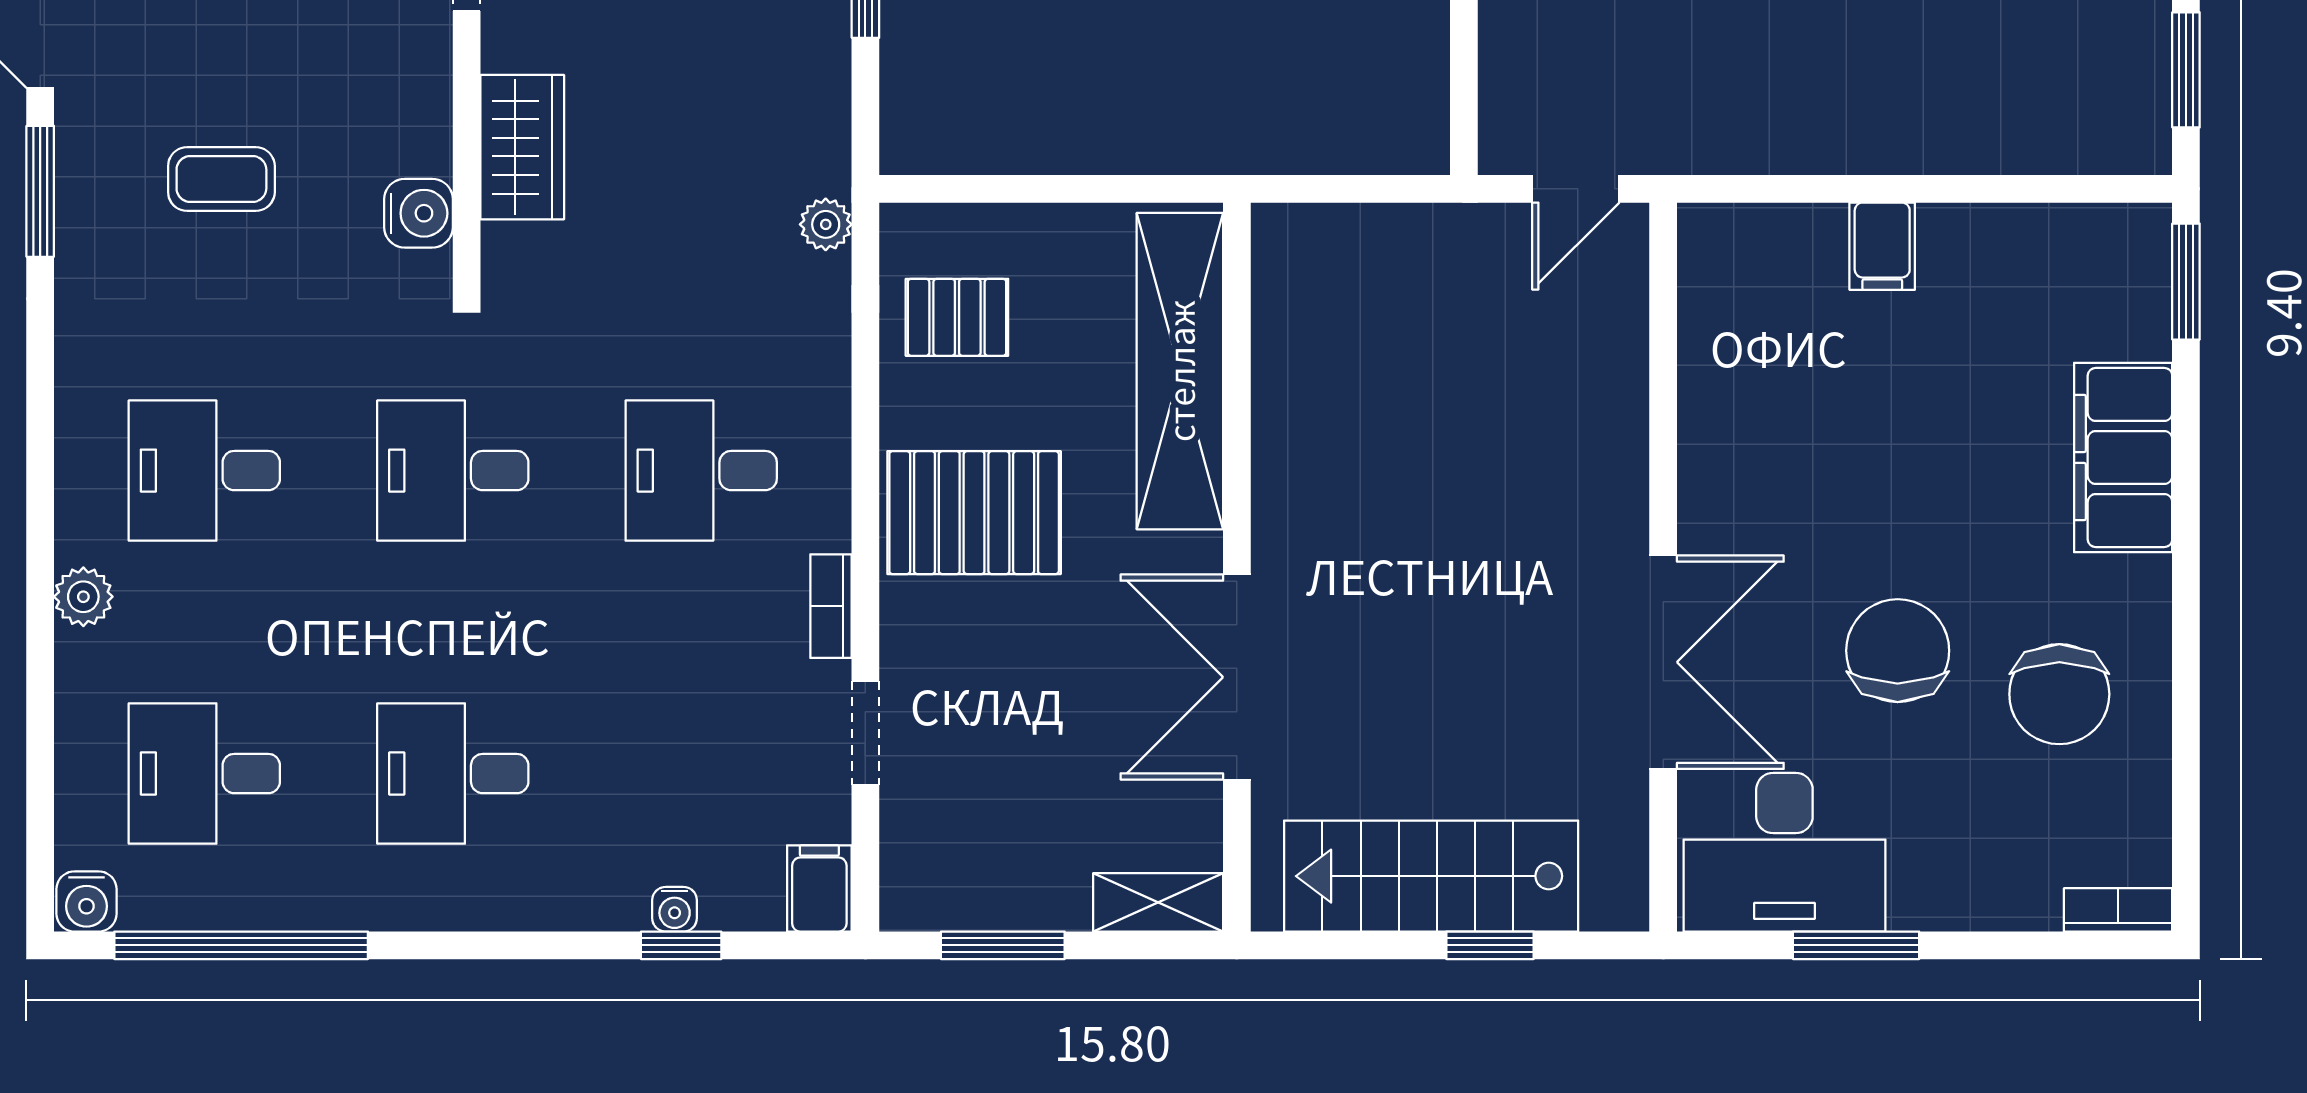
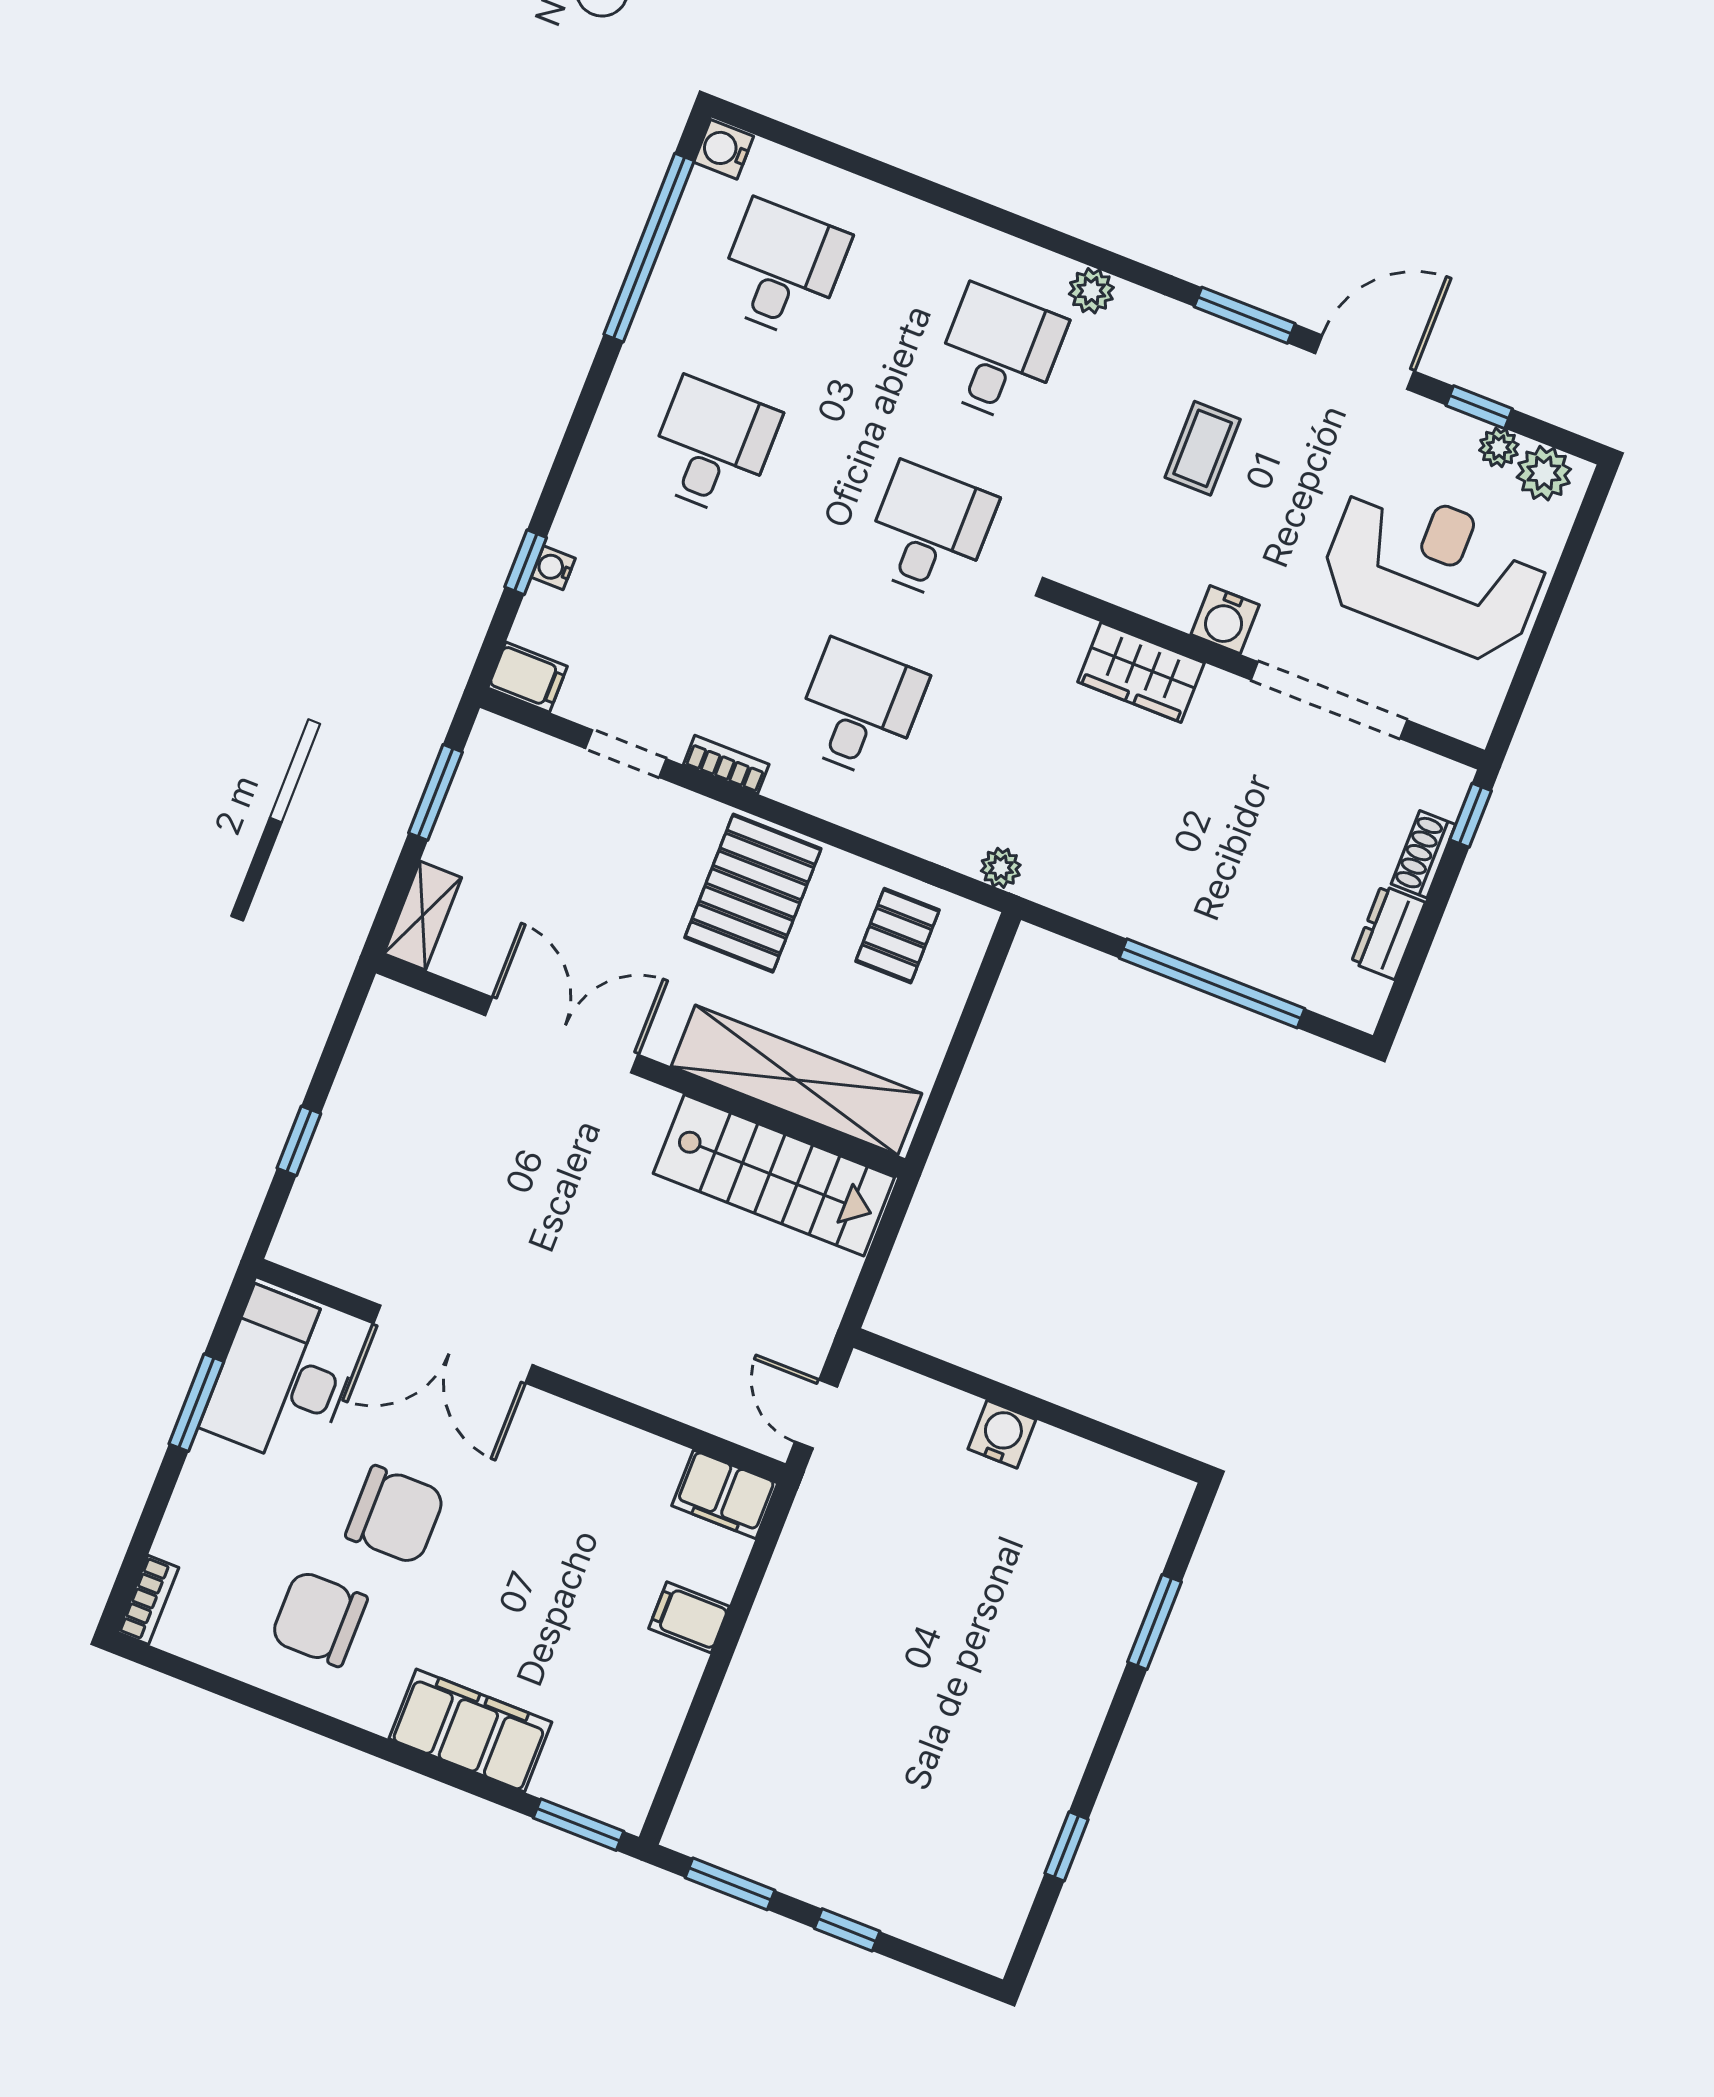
water cooler: (418, 213) -> (1225, 620), moved
filing cabinet: (1716, 261) -> (725, 1494), added
plant: (83, 597) -> (1091, 291), moved
stairs: (1431, 876) -> (774, 1175), moved, turned 90

